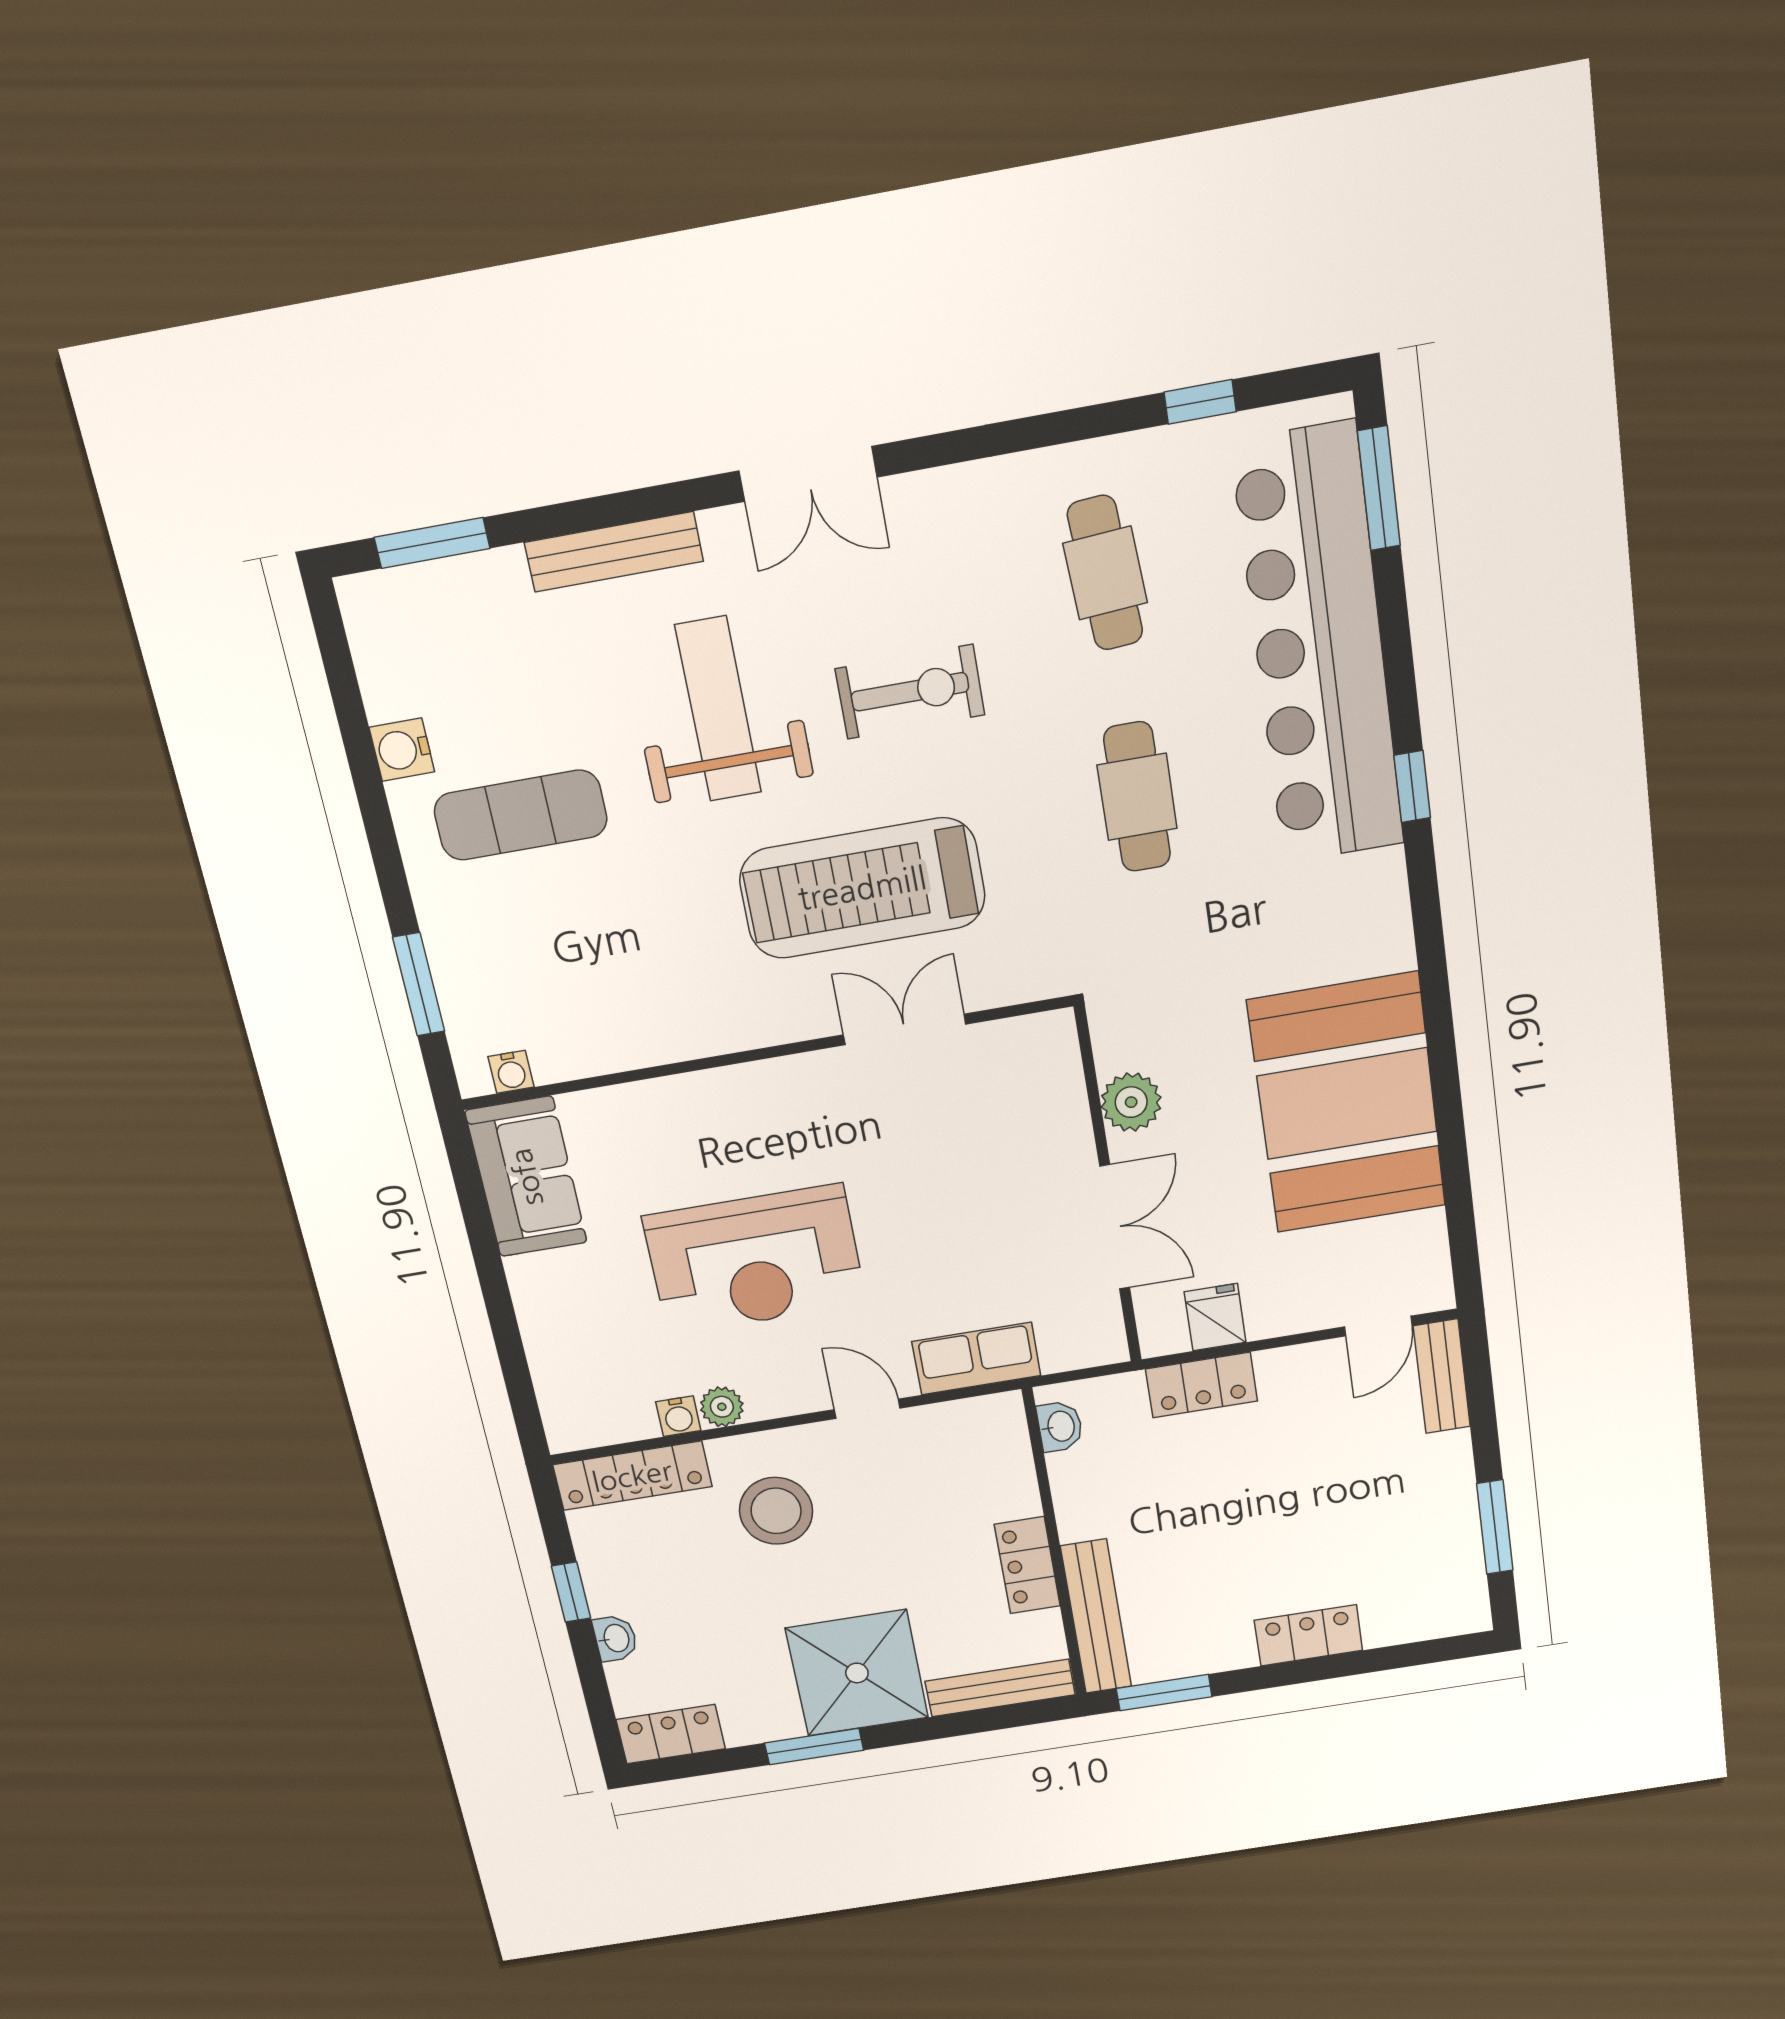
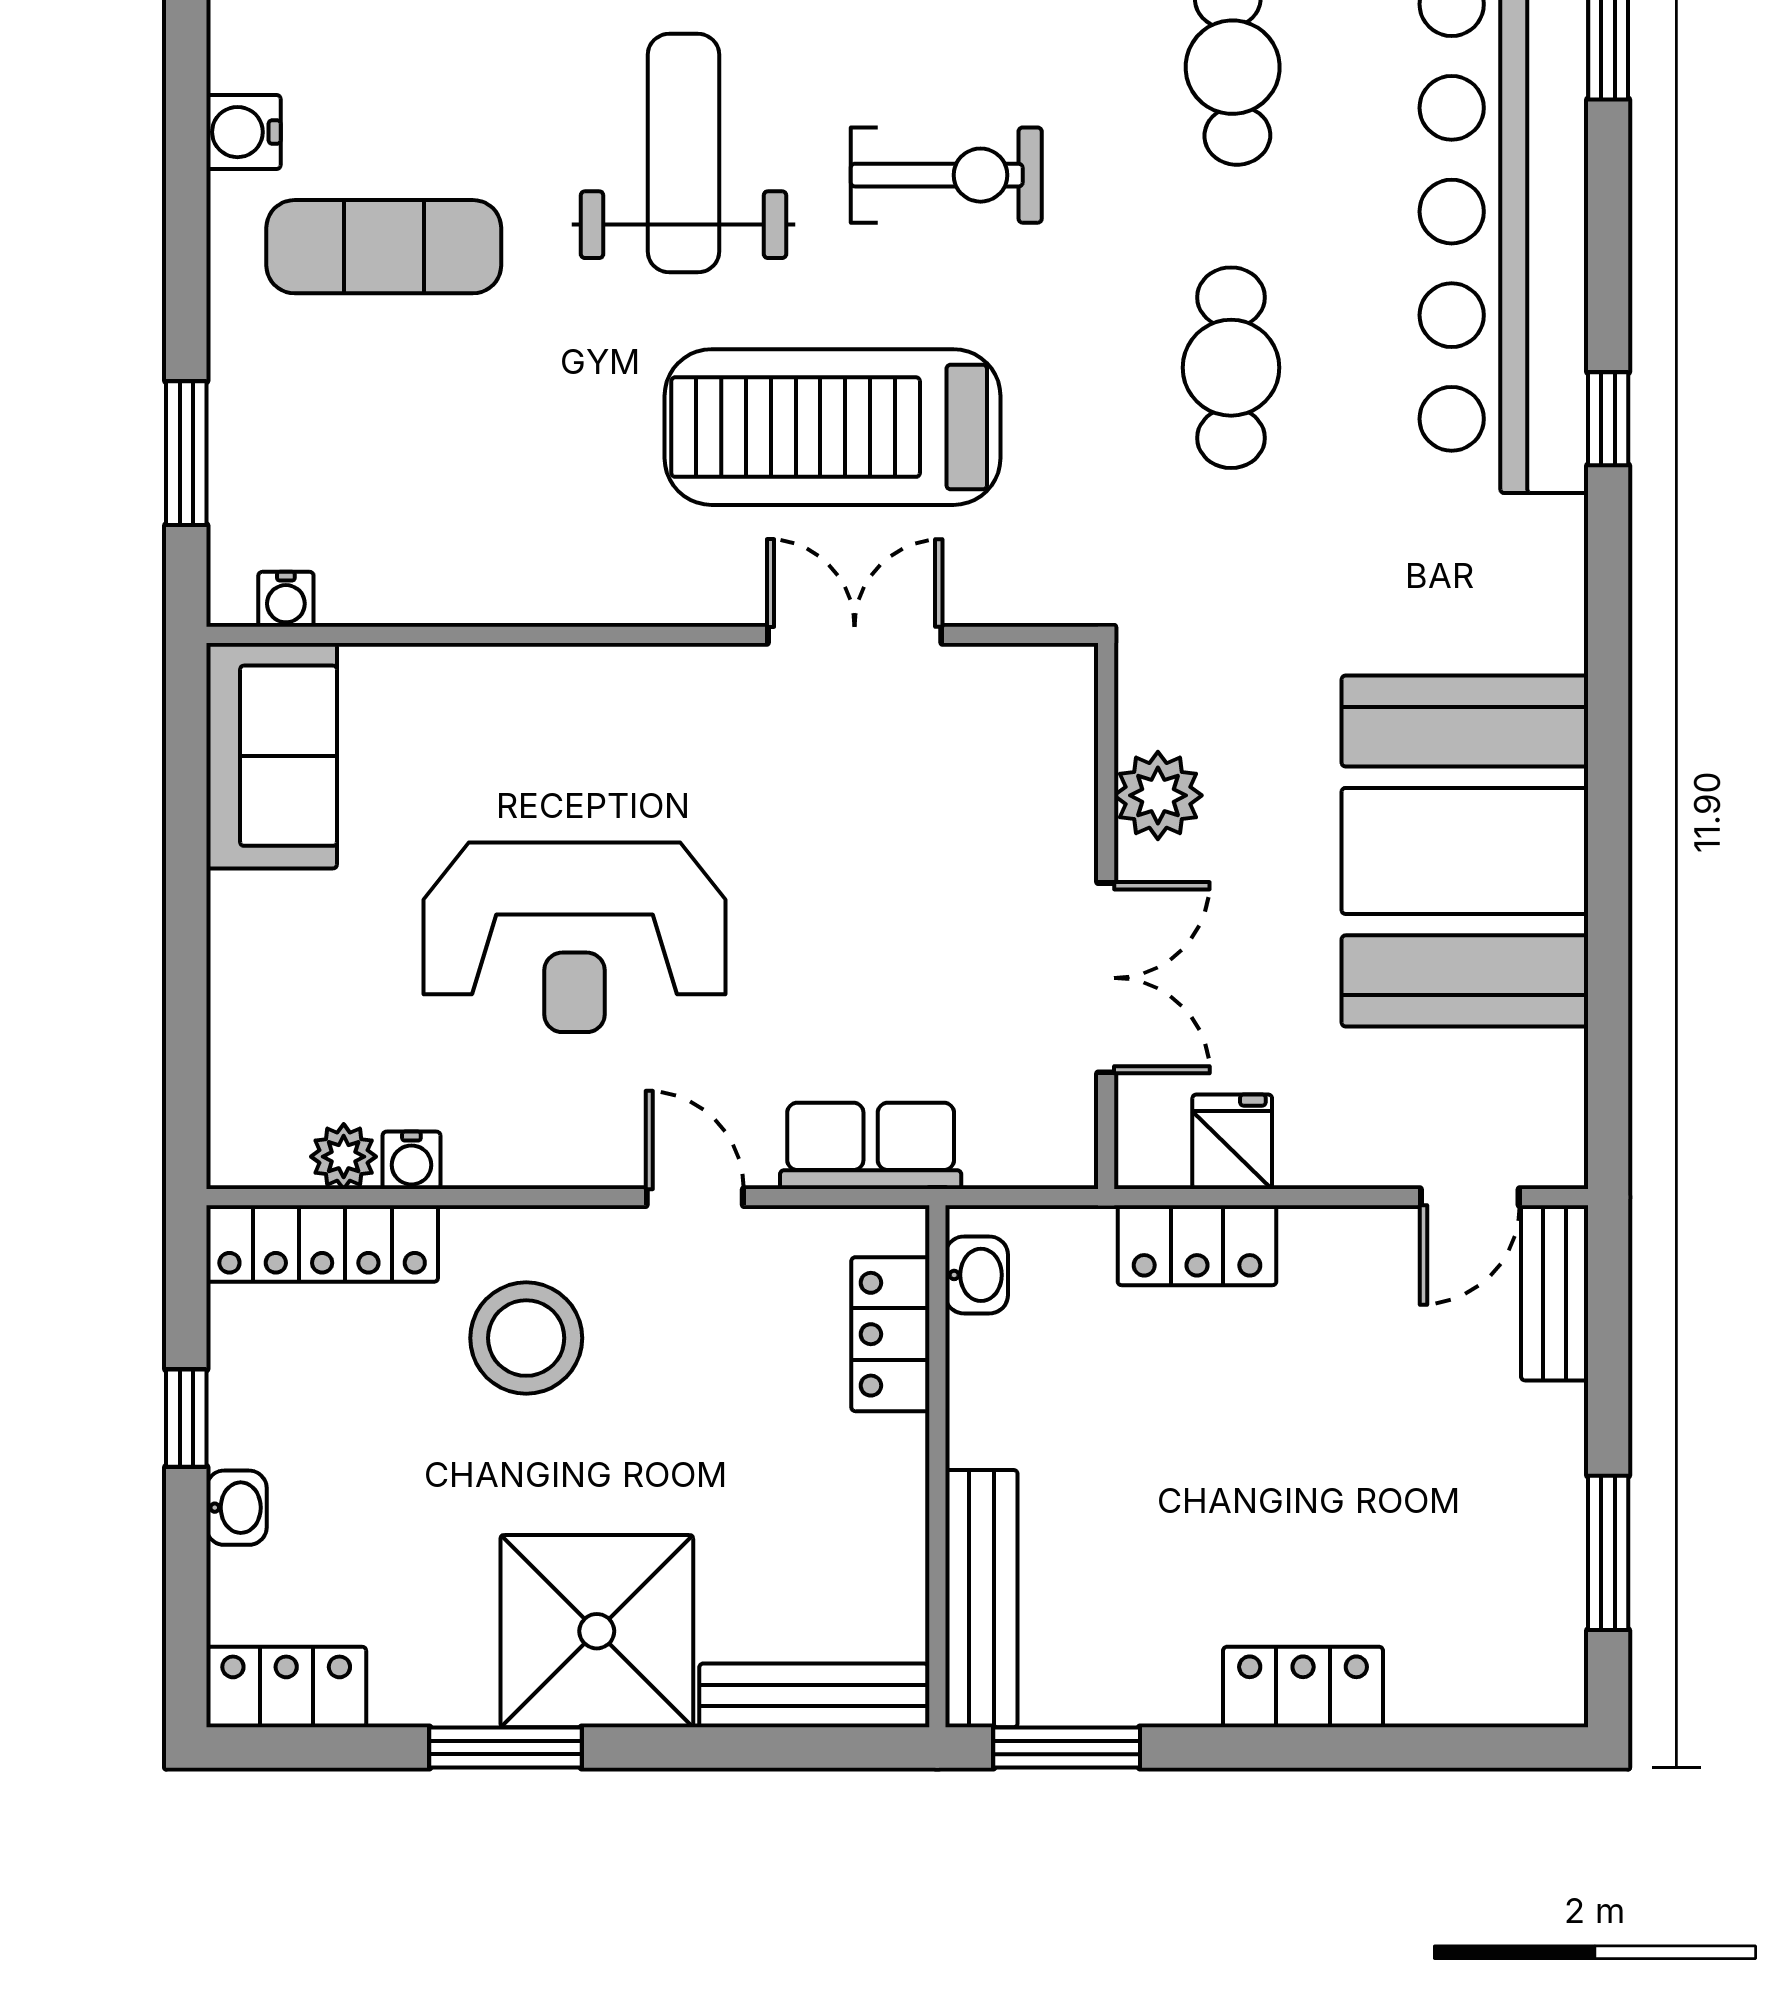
plant: (722, 1407) -> (344, 1157), moved
locker: (1027, 1565) -> (890, 1334), moved

